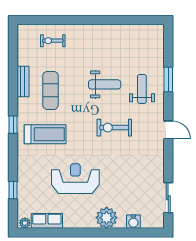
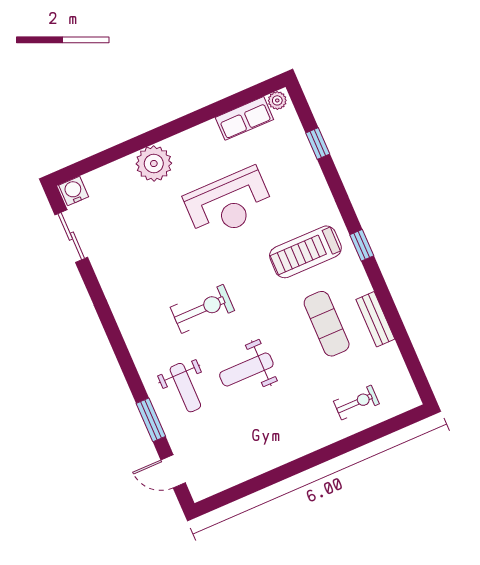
door: (168, 130) -> (173, 471), moved
water cooler: (133, 222) -> (74, 191), moved

